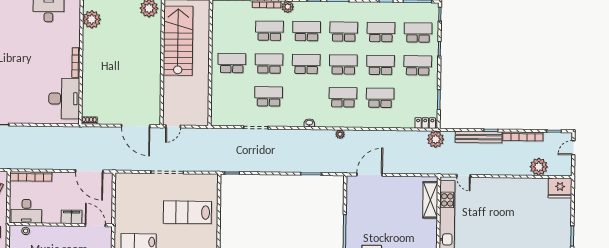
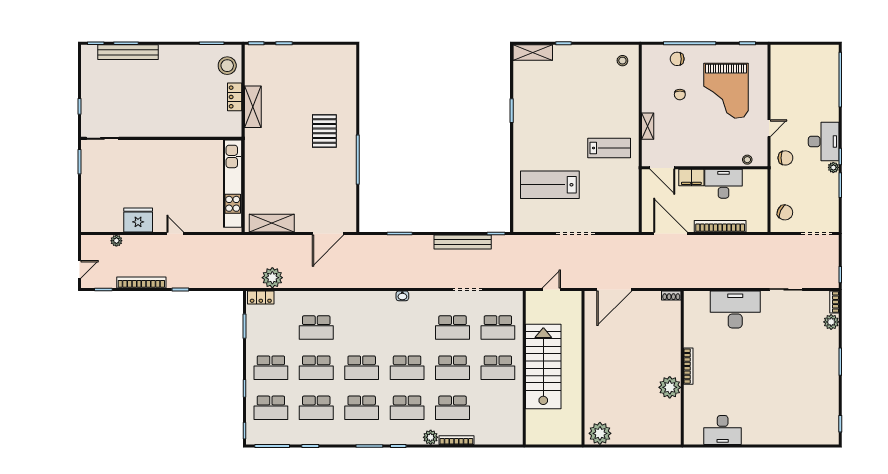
plant: (92, 19) -> (670, 387), moved
stairs: (178, 41) -> (543, 366), moved, turned 180
school desk: (343, 97) -> (498, 328), moved
desk: (64, 99) -> (735, 309), moved, turned 90
door: (136, 126) -> (614, 289), swing flipped
door: (173, 126) -> (551, 289), moved
plant: (340, 134) -> (365, 282), removed
bench: (479, 137) -> (463, 242), moved
plant: (436, 139) -> (272, 278), moved
plant: (539, 167) -> (116, 241), width x0.53, depth x0.53
bookcase: (31, 176) -> (720, 226), moved
door: (463, 176) -> (175, 233), moved
fridge: (560, 188) -> (138, 220), moved
shelving: (430, 200) -> (272, 223), moved, turned 90
desk: (26, 211) -> (724, 184), moved
lab bench: (187, 212) -> (550, 185), turned 180

